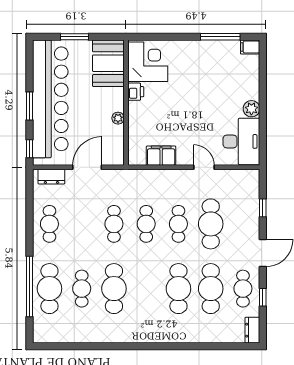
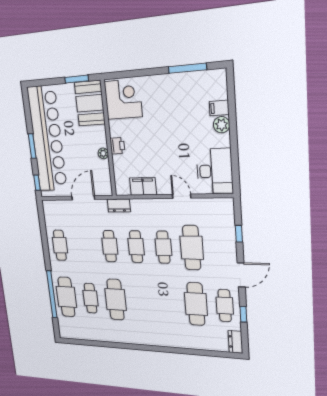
window: (74, 37) -> (77, 79), moved
filing cabinet: (250, 47) -> (219, 108), moved
printer: (136, 92) -> (117, 146), moved
plant: (251, 109) -> (222, 125), moved
dresser: (51, 177) -> (119, 205), moved
cafe table: (178, 289) -> (168, 302), removed

